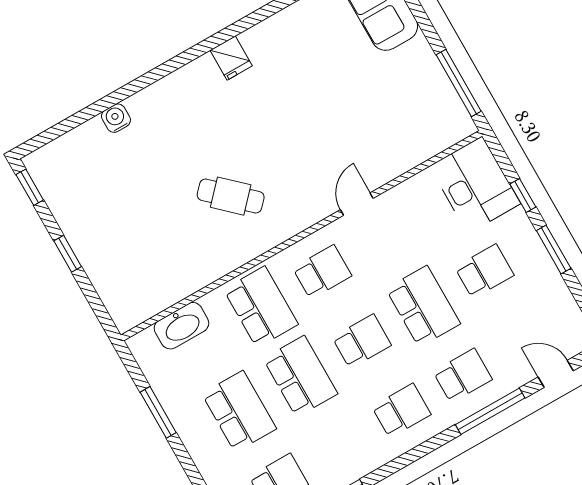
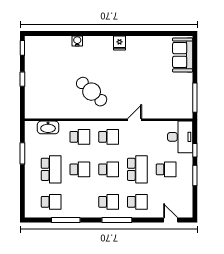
water cooler: (116, 118) -> (77, 41), moved
cafe table: (231, 196) -> (92, 92), width x1.37, depth x1.35
school desk: (261, 307) -> (80, 137), width x0.54
school desk: (300, 376) -> (80, 169), width x0.54
window: (490, 411) -> (117, 220), moved

